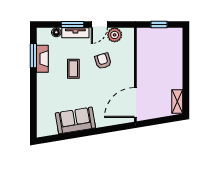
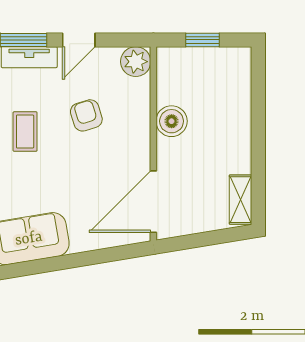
plant: (115, 35) -> (136, 62), moved
boiler: (144, 64) -> (172, 121), added

